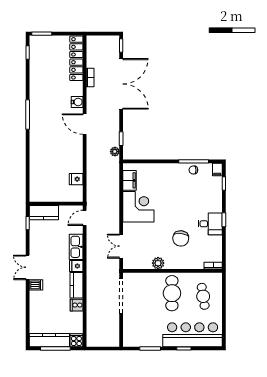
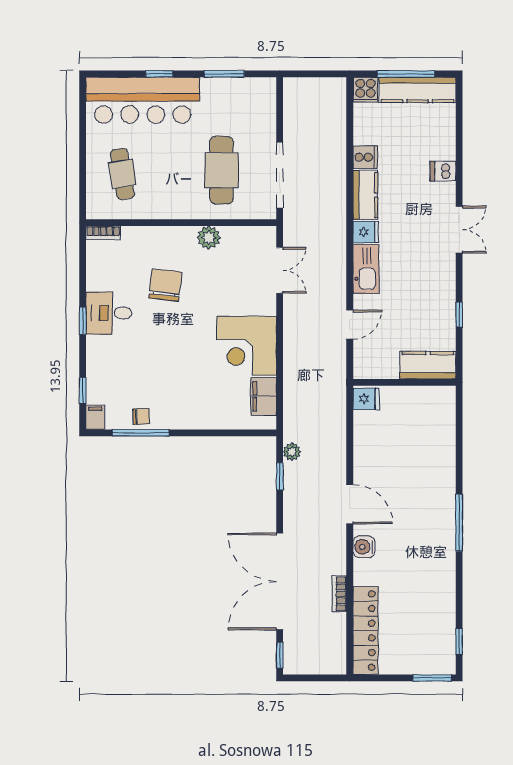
wall: (56, 204) -> (404, 382), moved
kitchen counter: (44, 213) -> (428, 365), moved
dishwasher: (36, 285) -> (443, 171), moved
cafe table: (172, 293) -> (221, 170), moved

